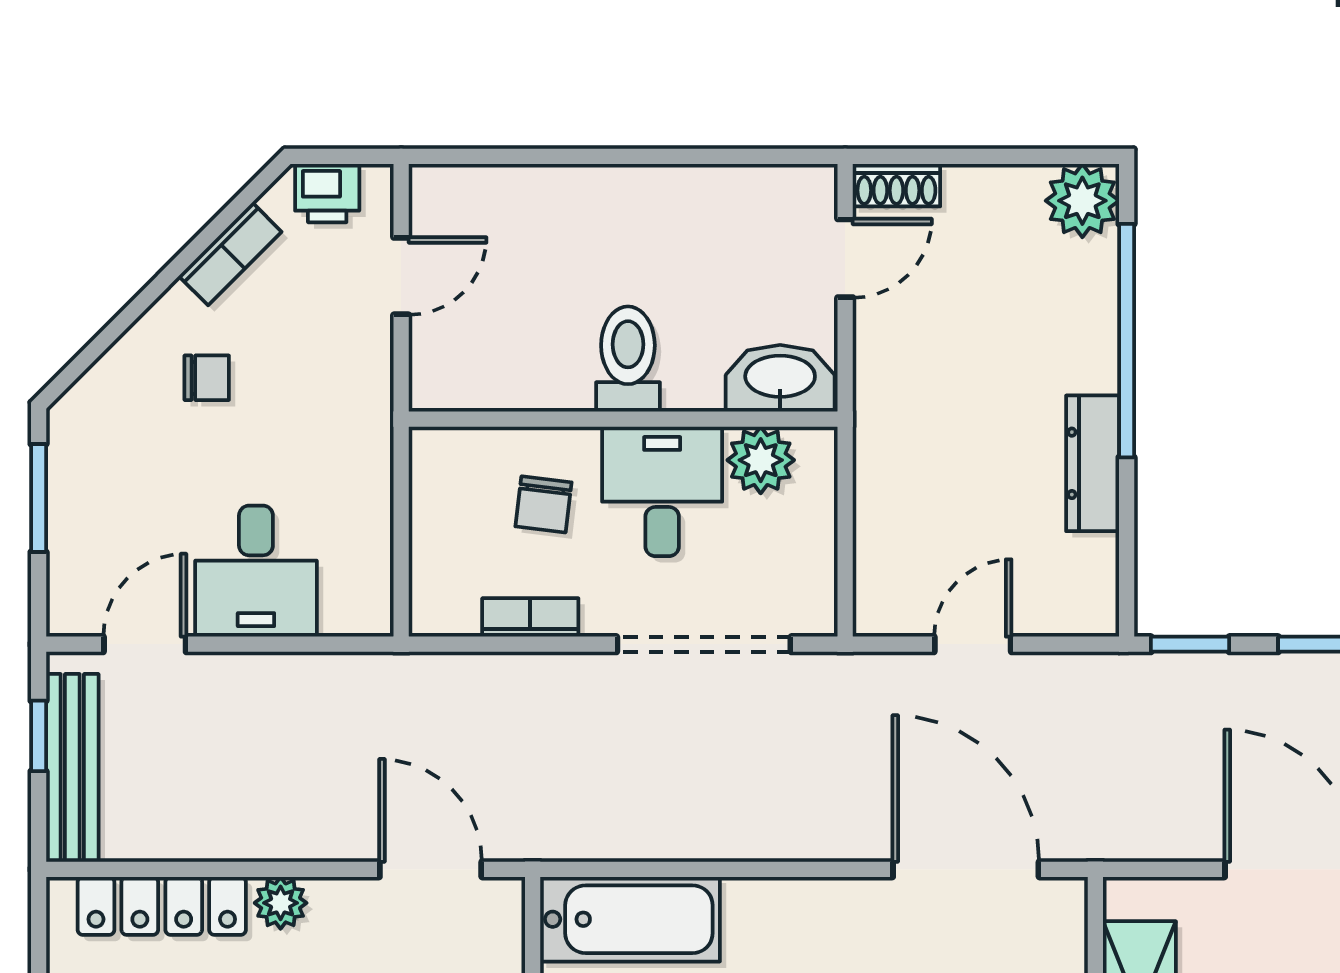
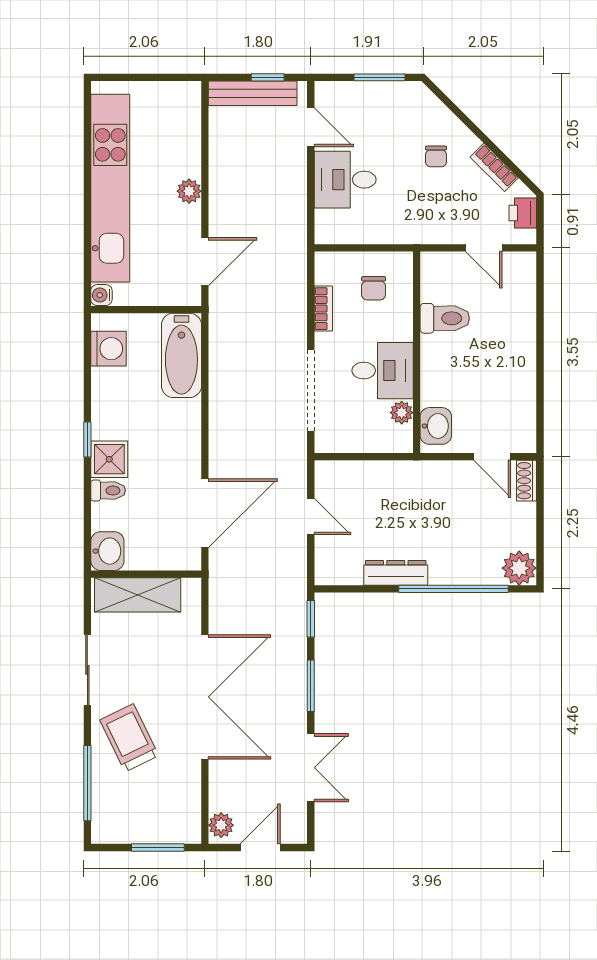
toilet: (628, 359) -> (445, 318), moved
washbasin: (780, 378) -> (436, 426), width x0.72
plant: (761, 460) -> (402, 413), width x0.73, depth x0.73
chair: (543, 504) -> (374, 288), moved, turned -97
locker: (162, 906) -> (188, 135), removed

